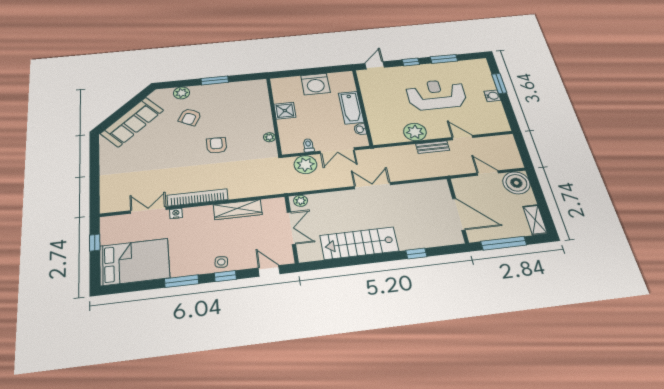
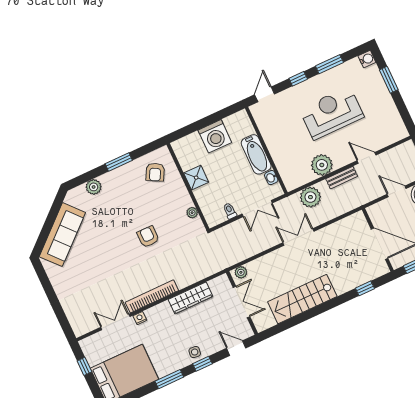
water cooler: (492, 96) -> (367, 59), moved
armchair: (190, 117) -> (155, 172), moved
plant: (305, 165) -> (310, 197), moved
window: (416, 253) -> (365, 288), moved

